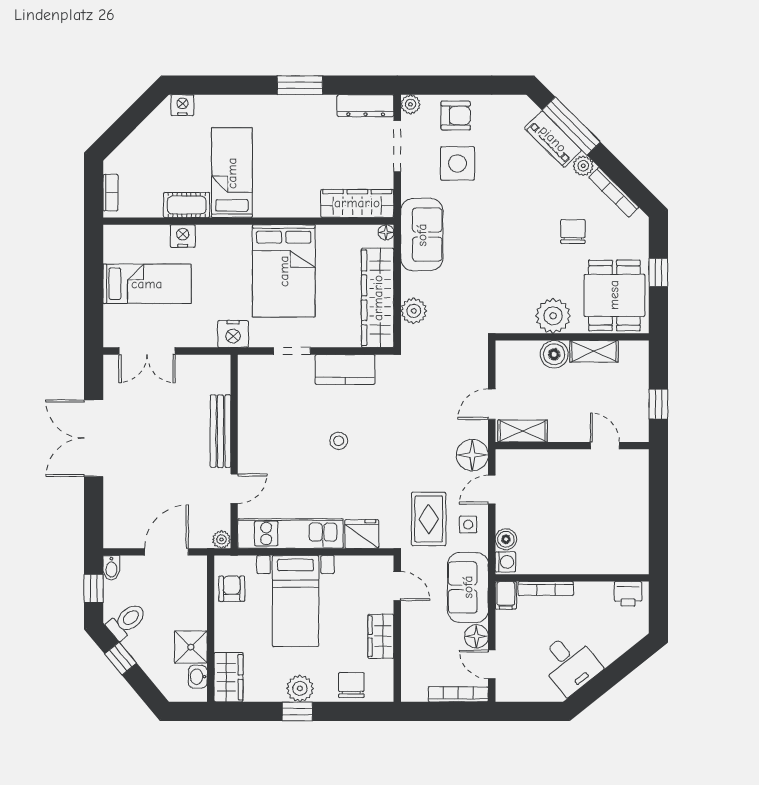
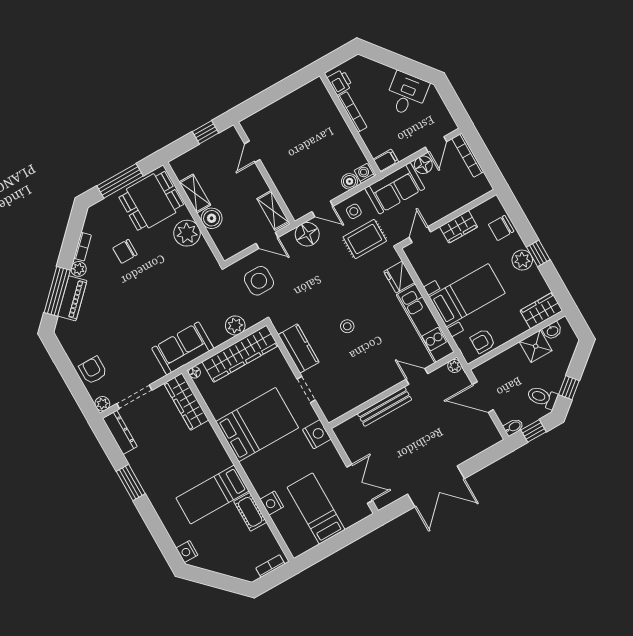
side table: (457, 163) -> (259, 281), moved
bookcase: (614, 192) -> (82, 247), width x0.64
window: (658, 272) -> (120, 181), width x2.17
bookcase: (546, 589) -> (352, 112), moved

